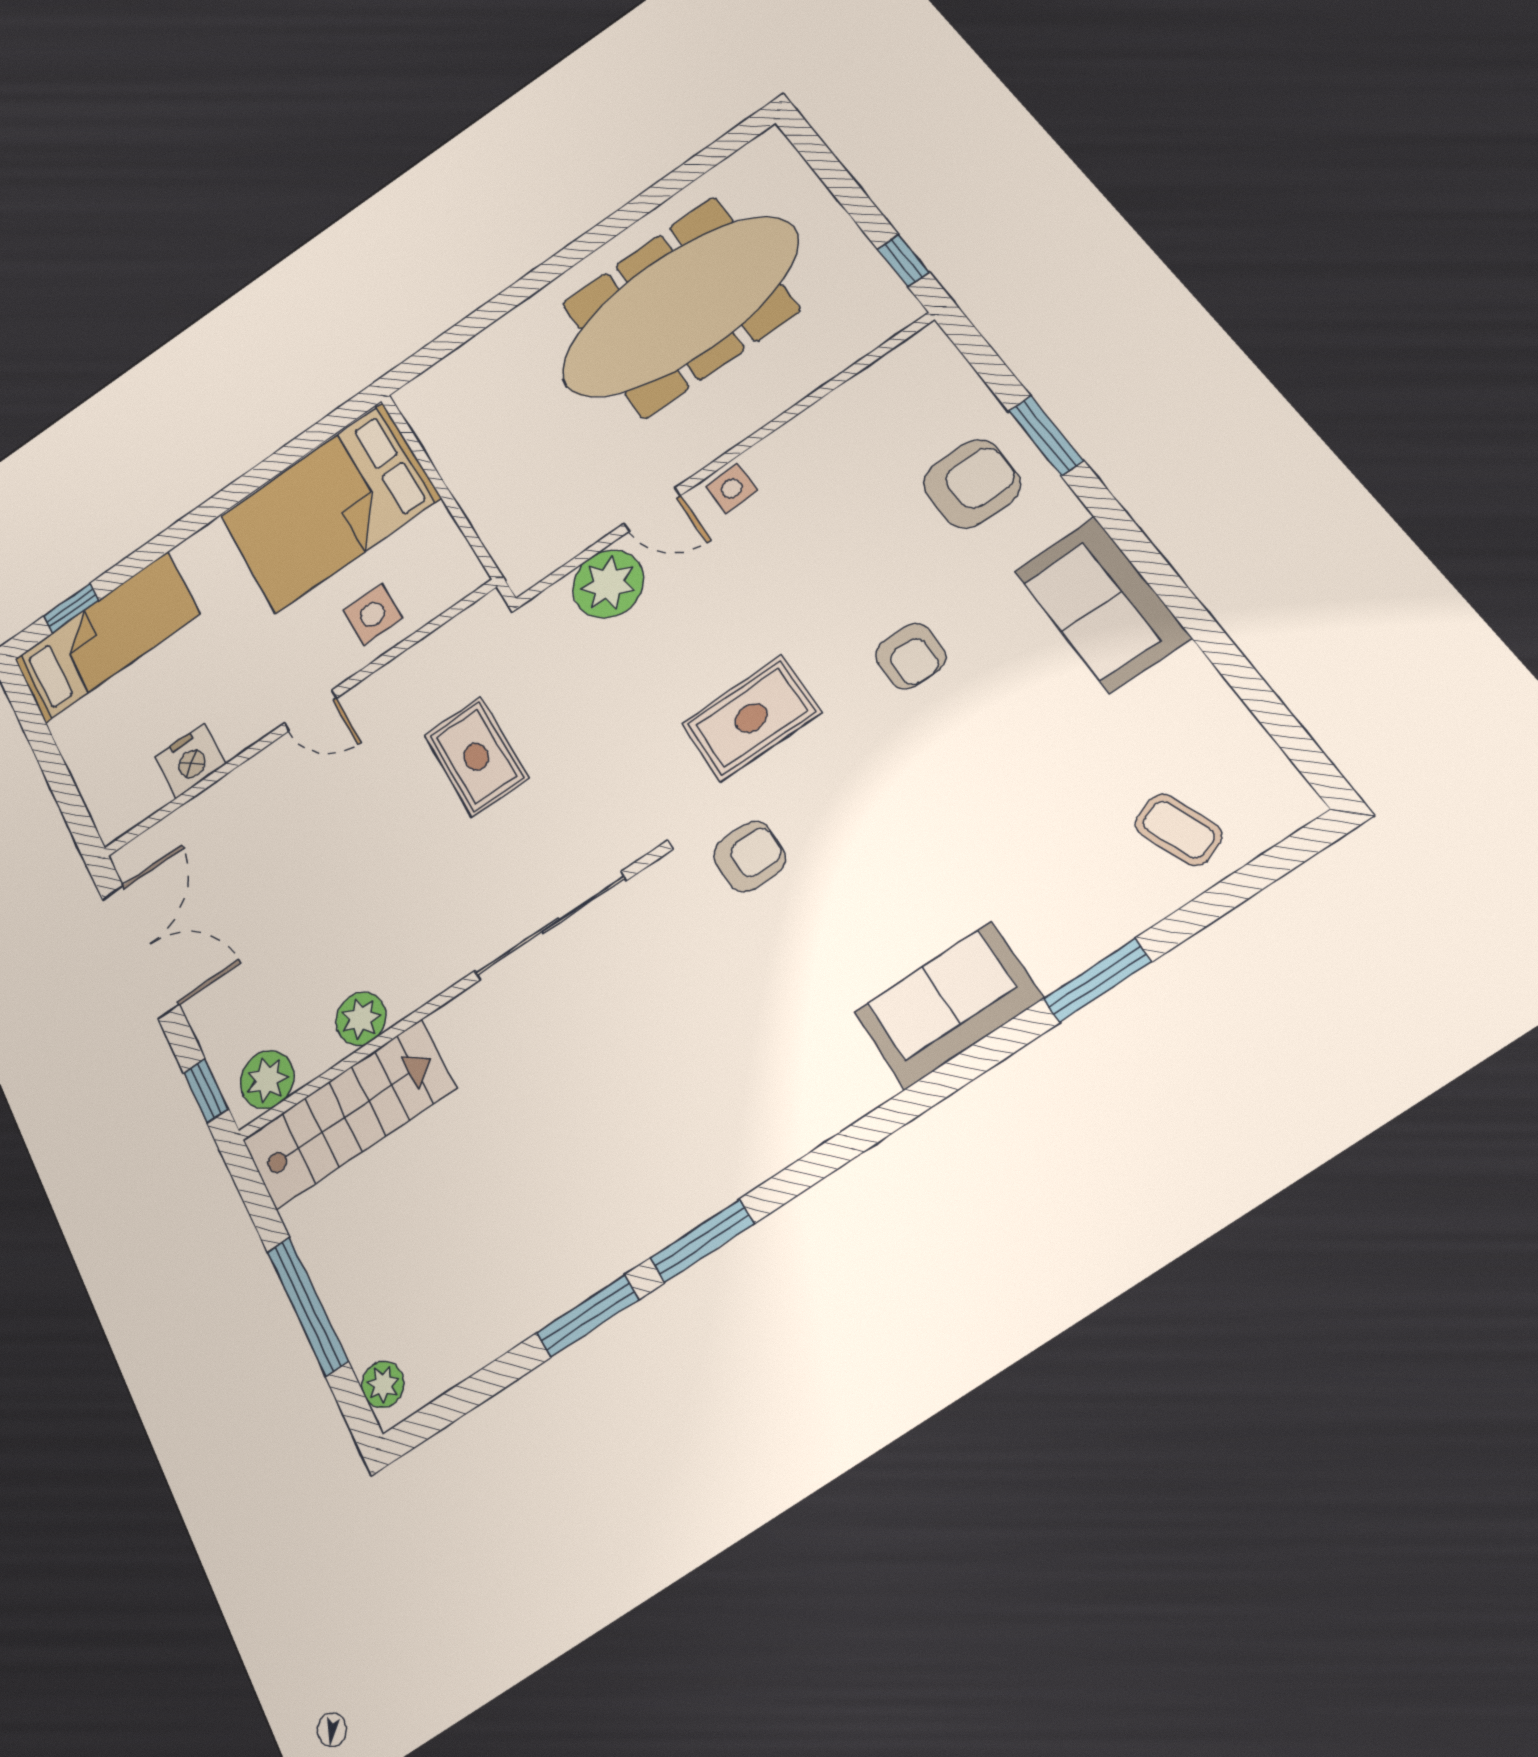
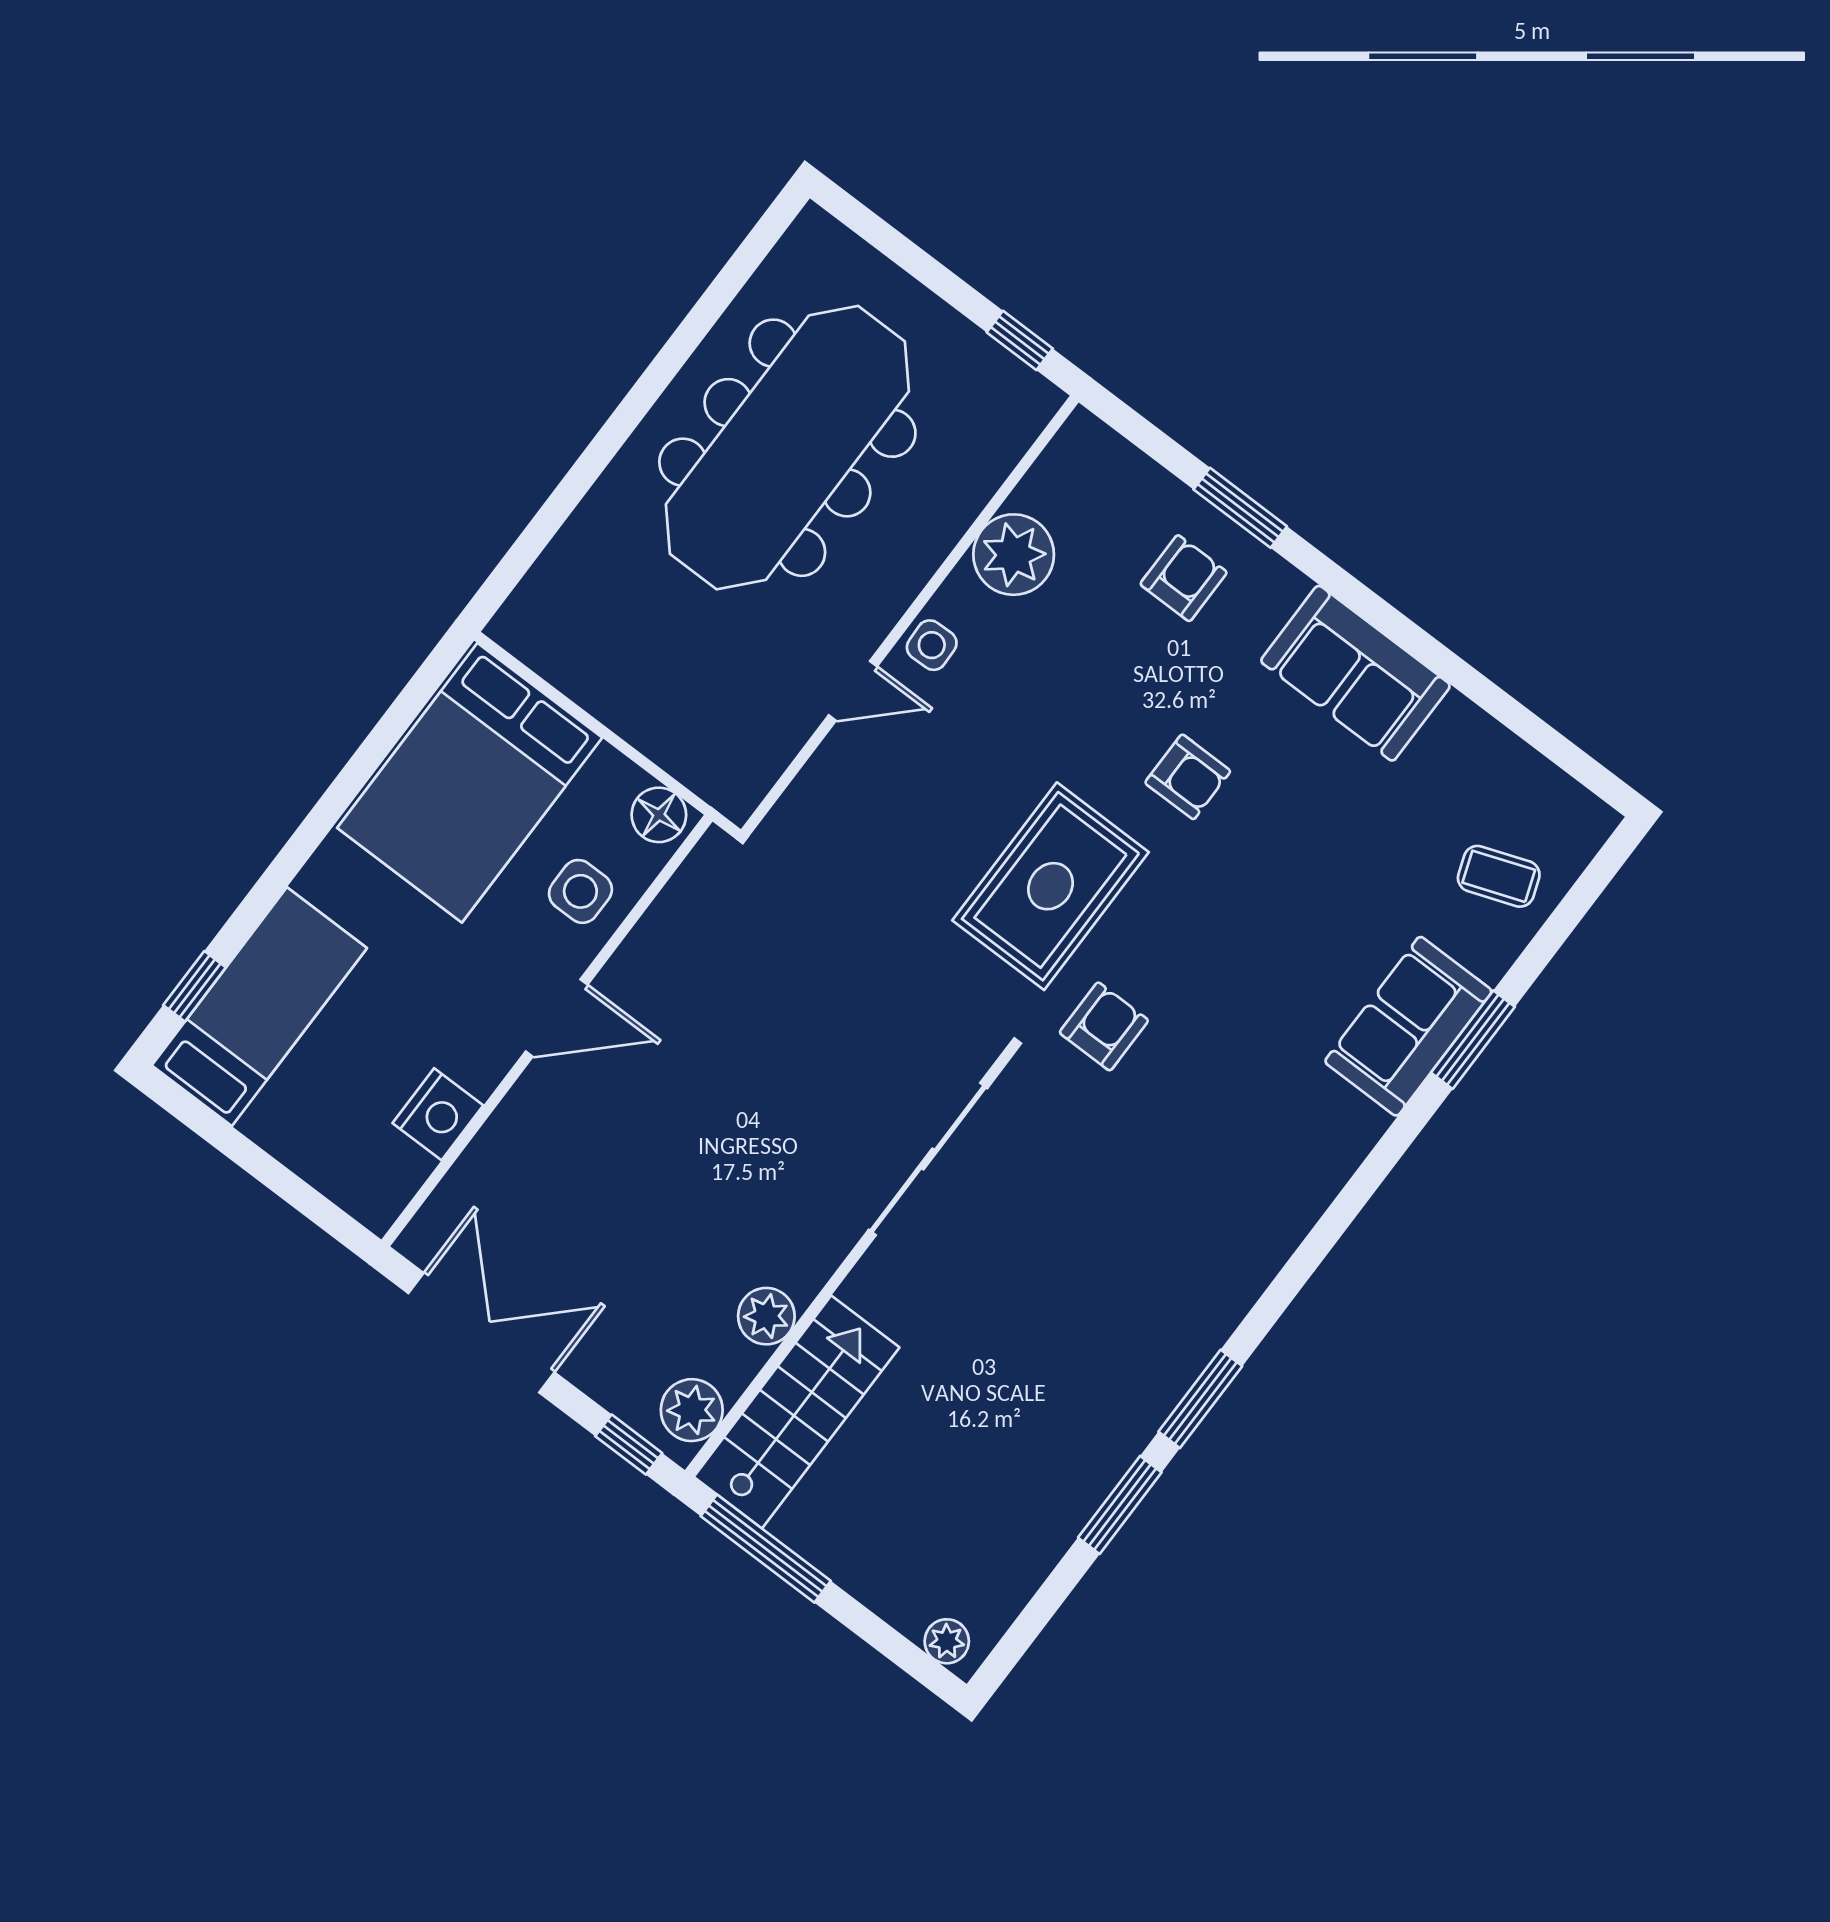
armchair: (972, 484) -> (1184, 578), width x0.72, depth x0.72
floor lamp: (458, 570) -> (659, 815), added
plant: (608, 584) -> (1014, 555), moved
door: (310, 711) -> (557, 1018), width x1.38
rug: (751, 718) -> (1051, 886), width x1.36, depth x1.43
rug: (476, 757) -> (772, 1012), removed
sofa: (948, 1005) -> (1408, 1026), moved
window: (307, 1306) -> (766, 1549), moved

